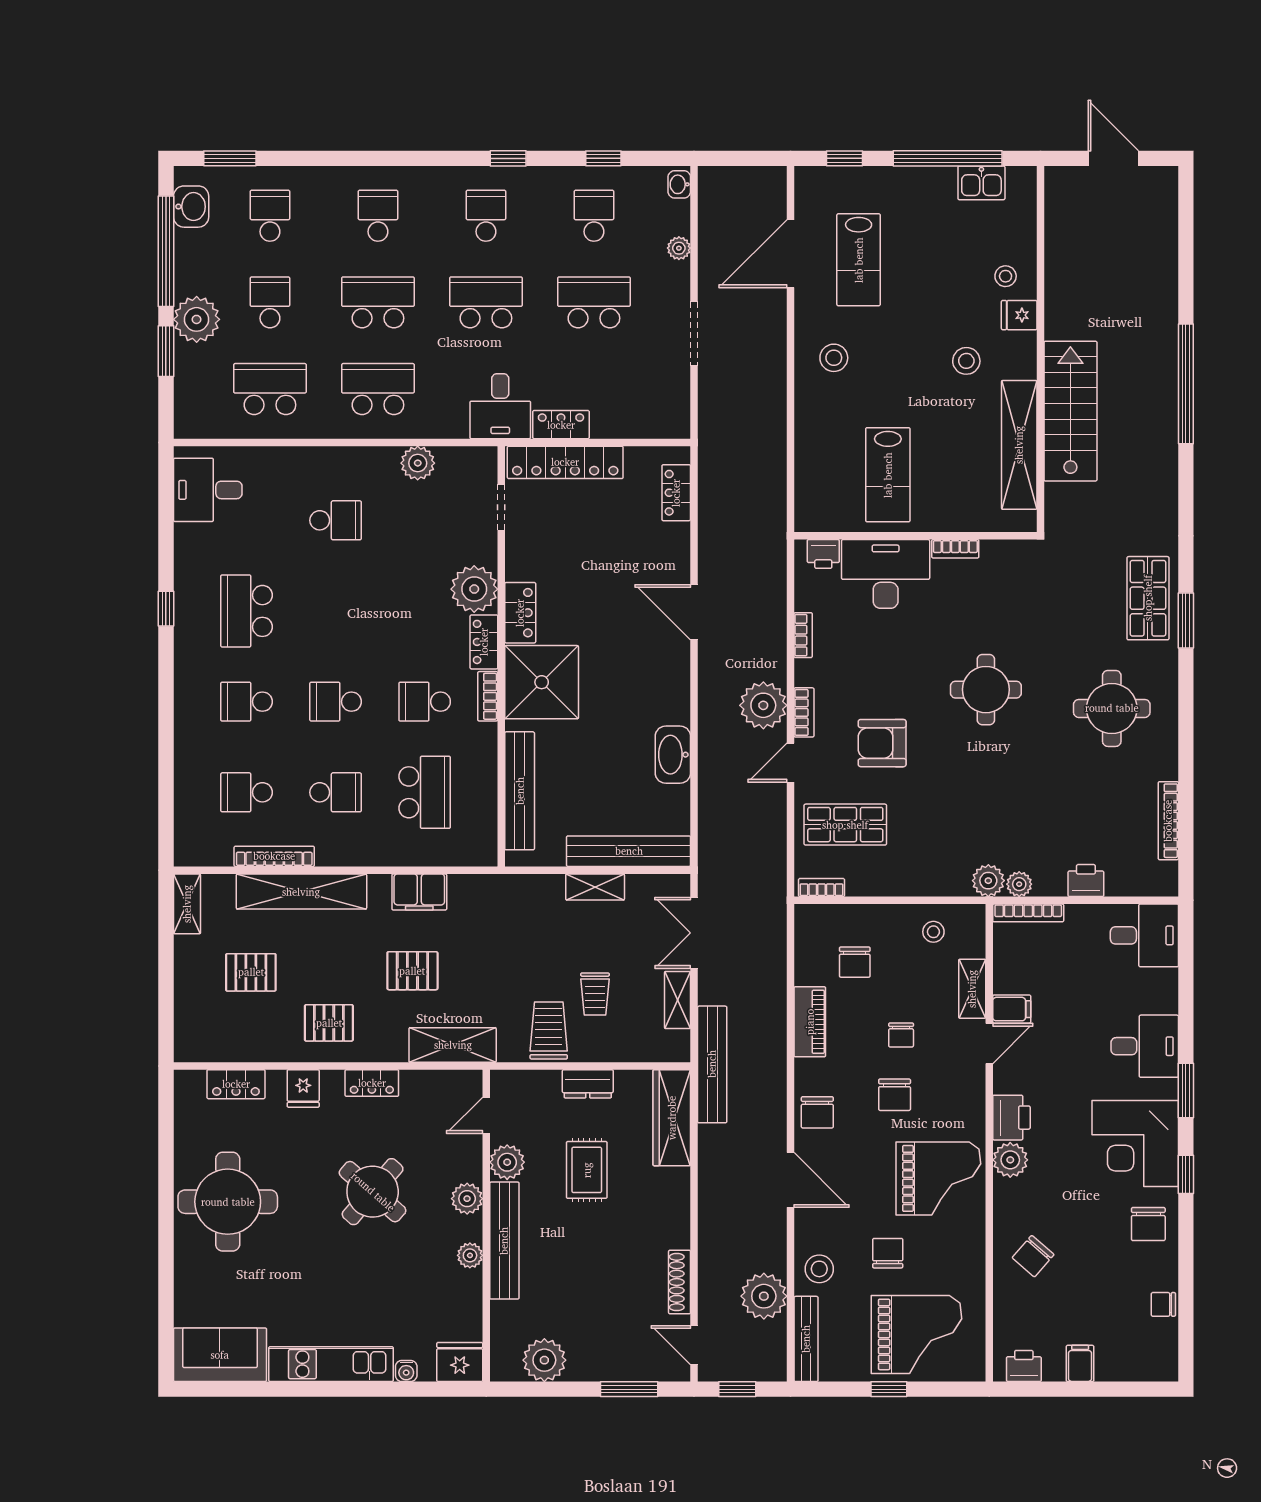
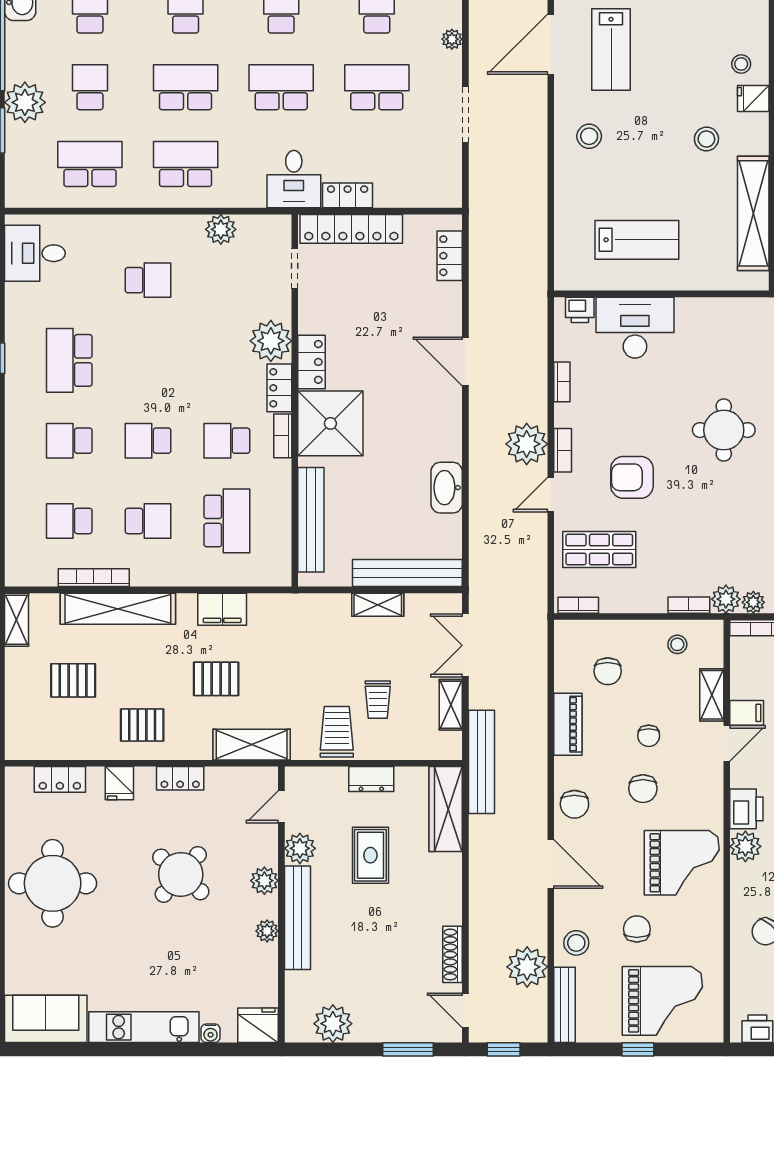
lab bench: (888, 475) -> (637, 240), turned -90
bookcase: (955, 549) -> (689, 605), moved, turned 180

